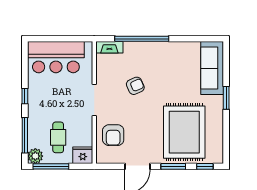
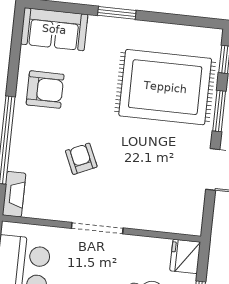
sofa: (212, 68) -> (54, 29), width x0.73
armchair: (113, 135) -> (45, 90), moved

